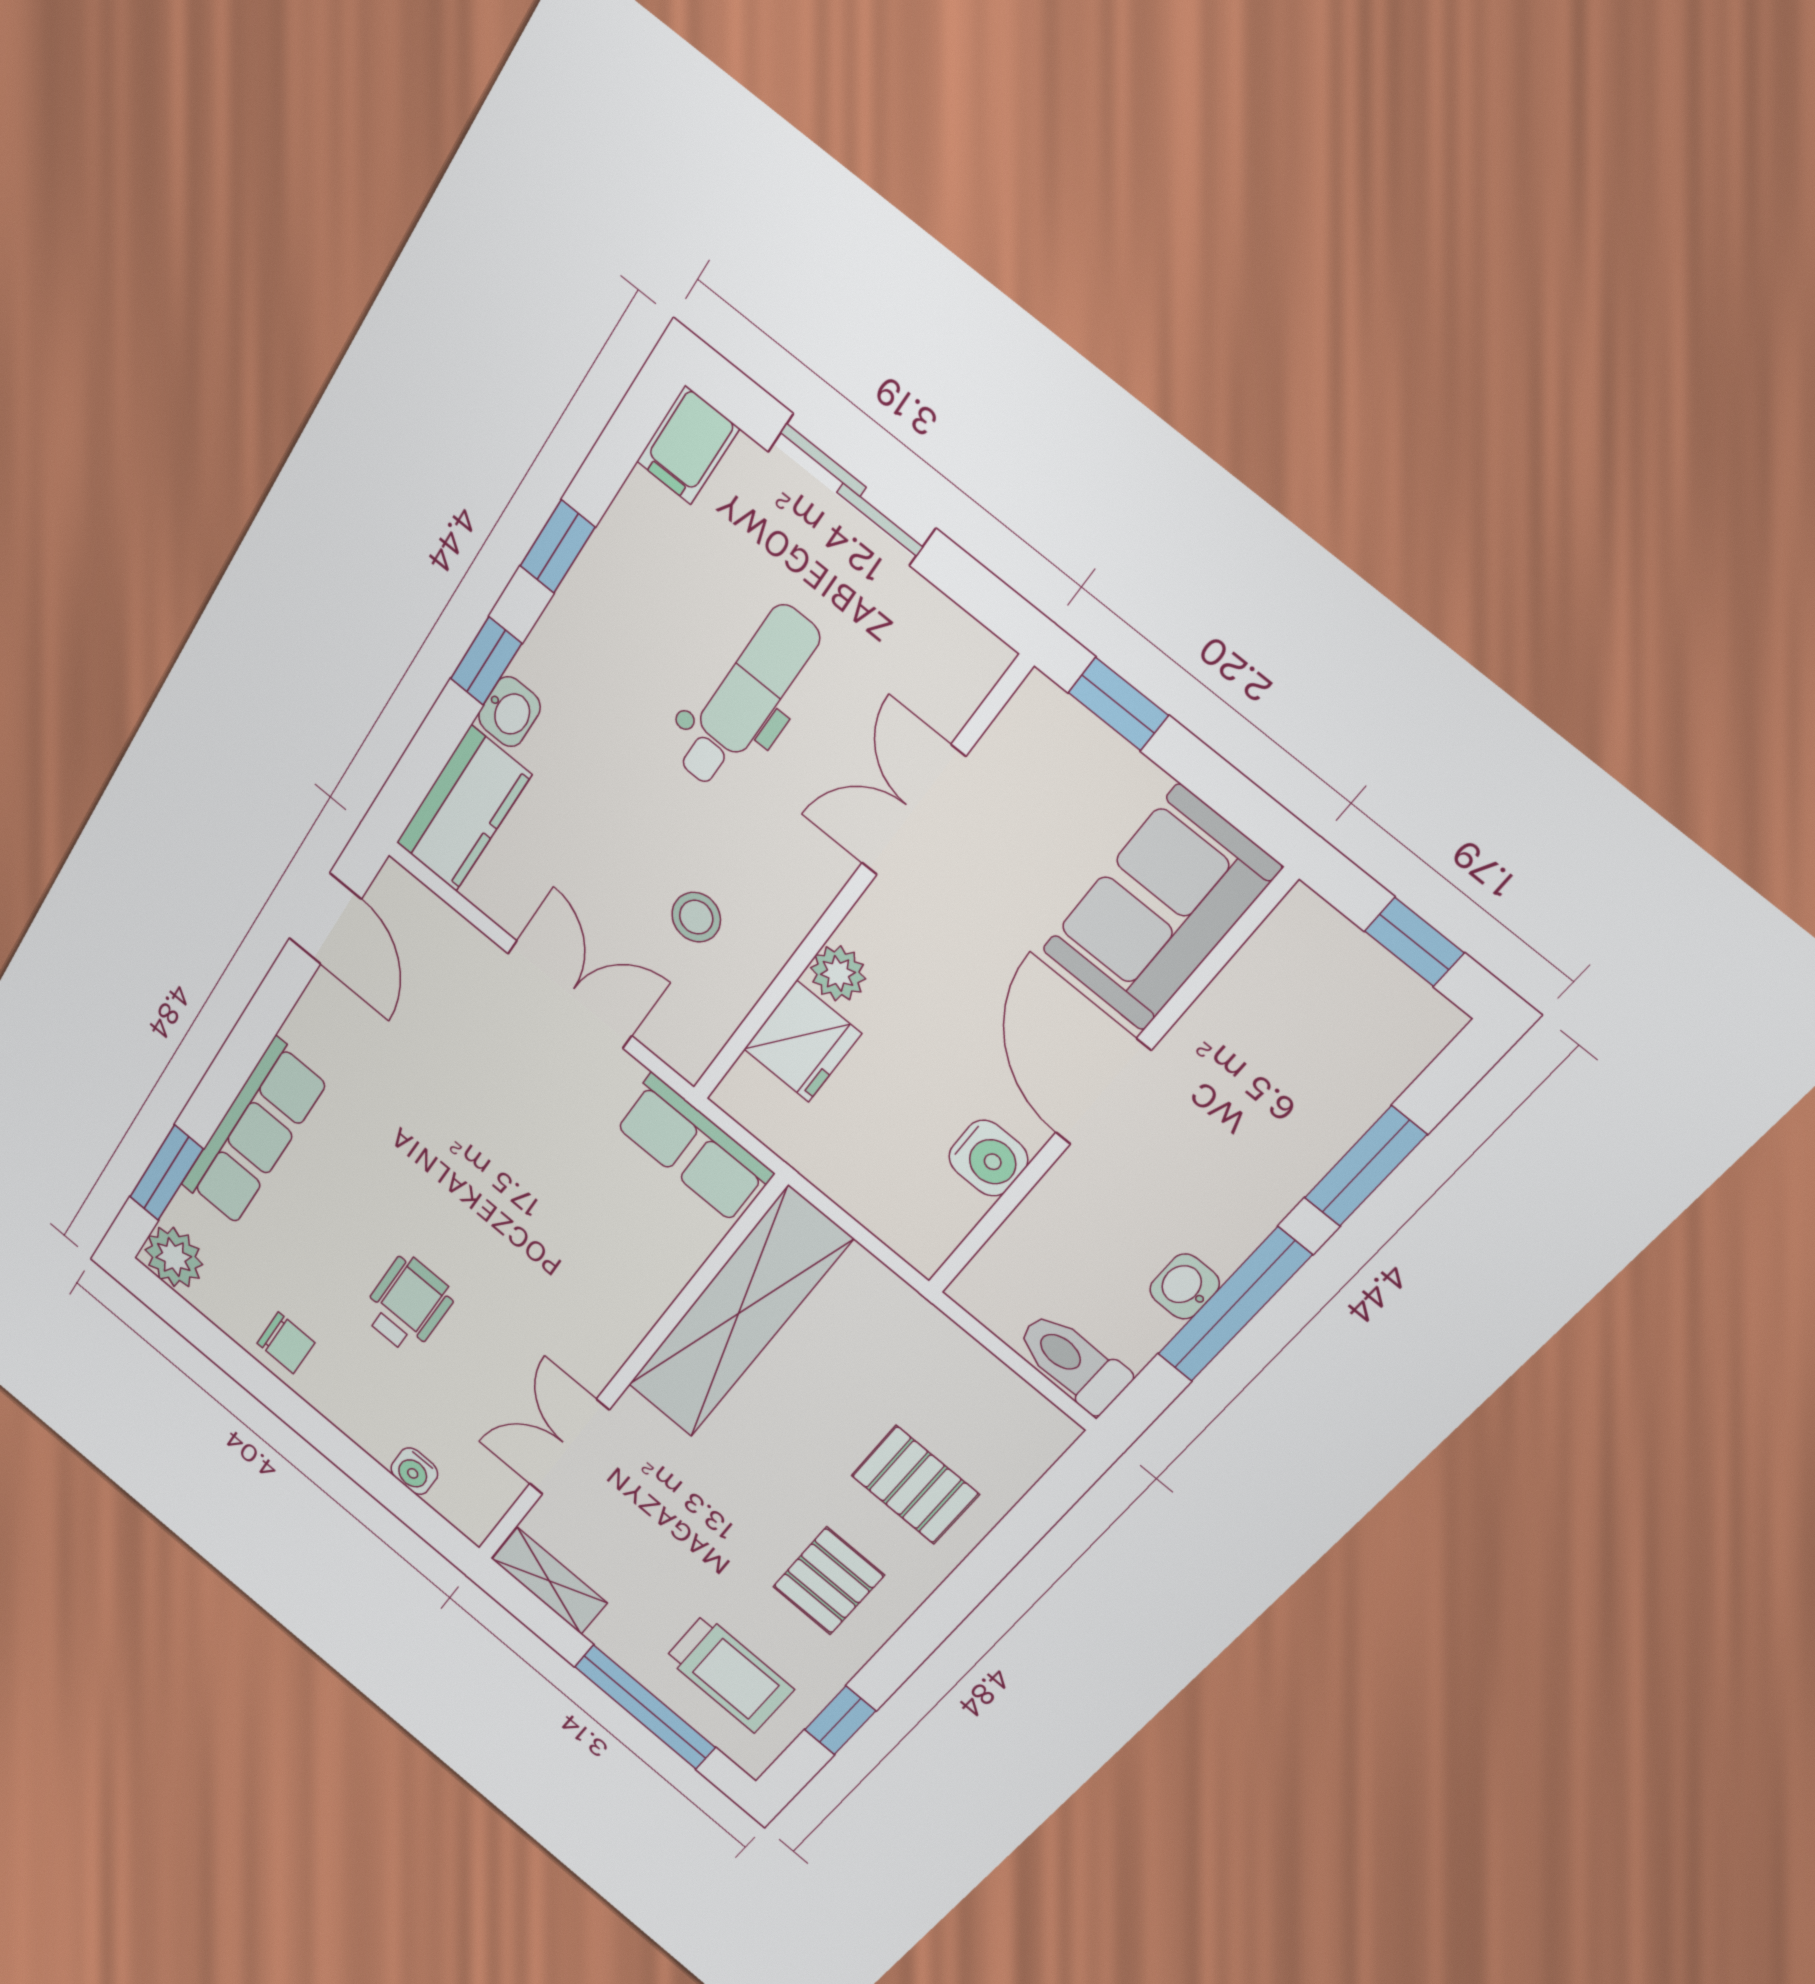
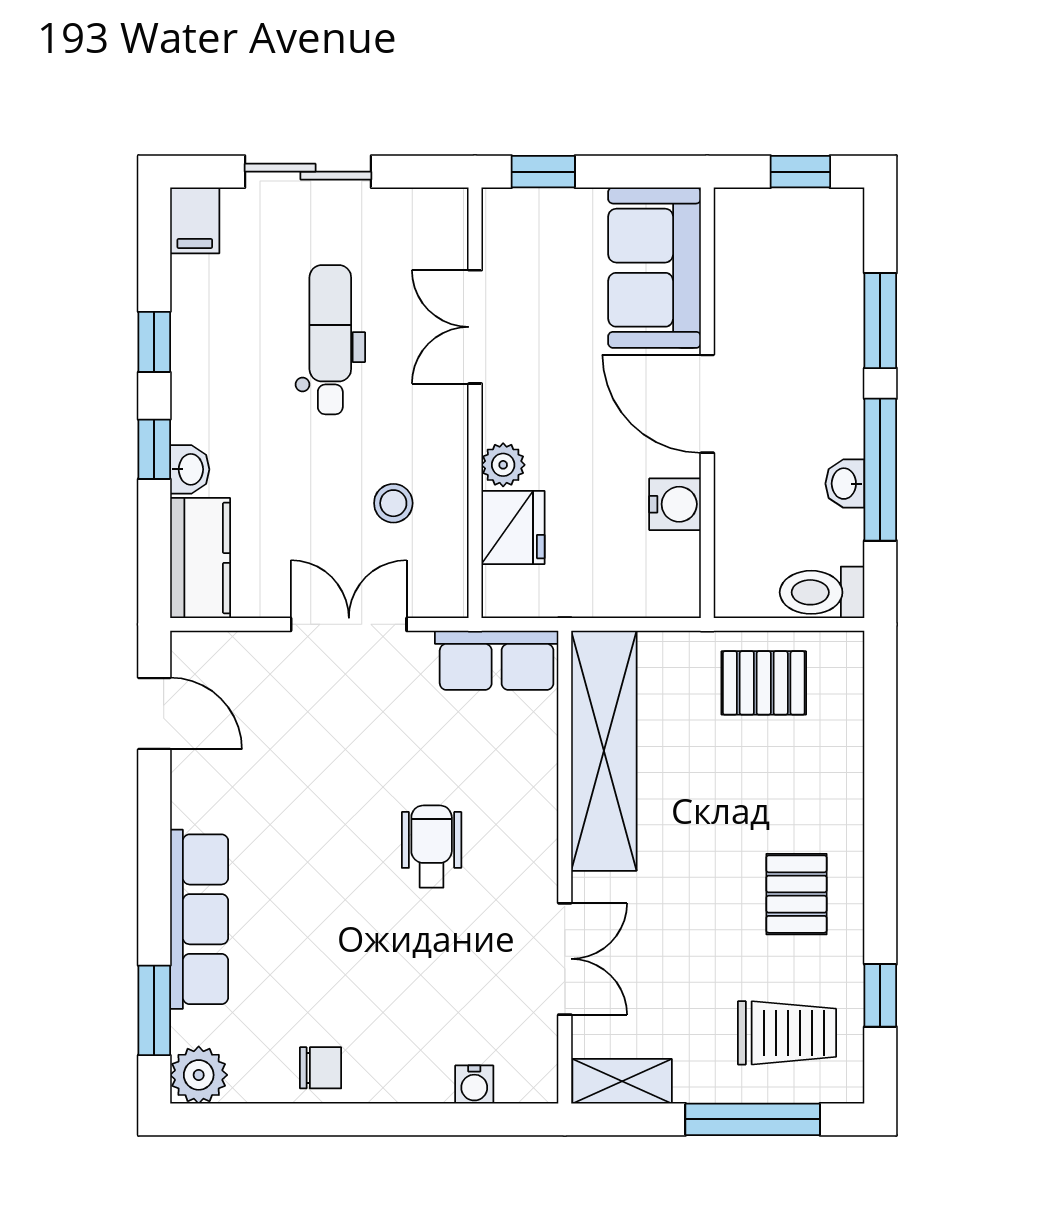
wheelchair: (408, 1304) -> (432, 847), moved
double door: (569, 1447) -> (565, 959), swing flipped
pallet: (915, 1485) -> (764, 683), moved

